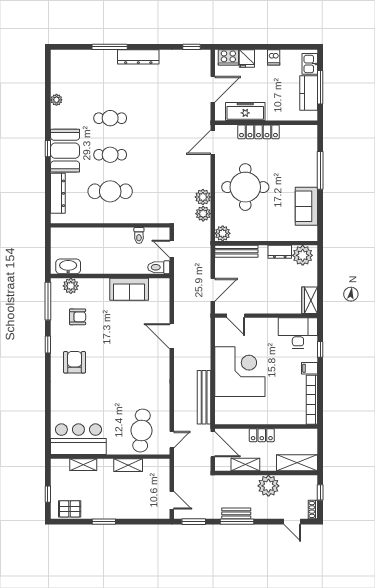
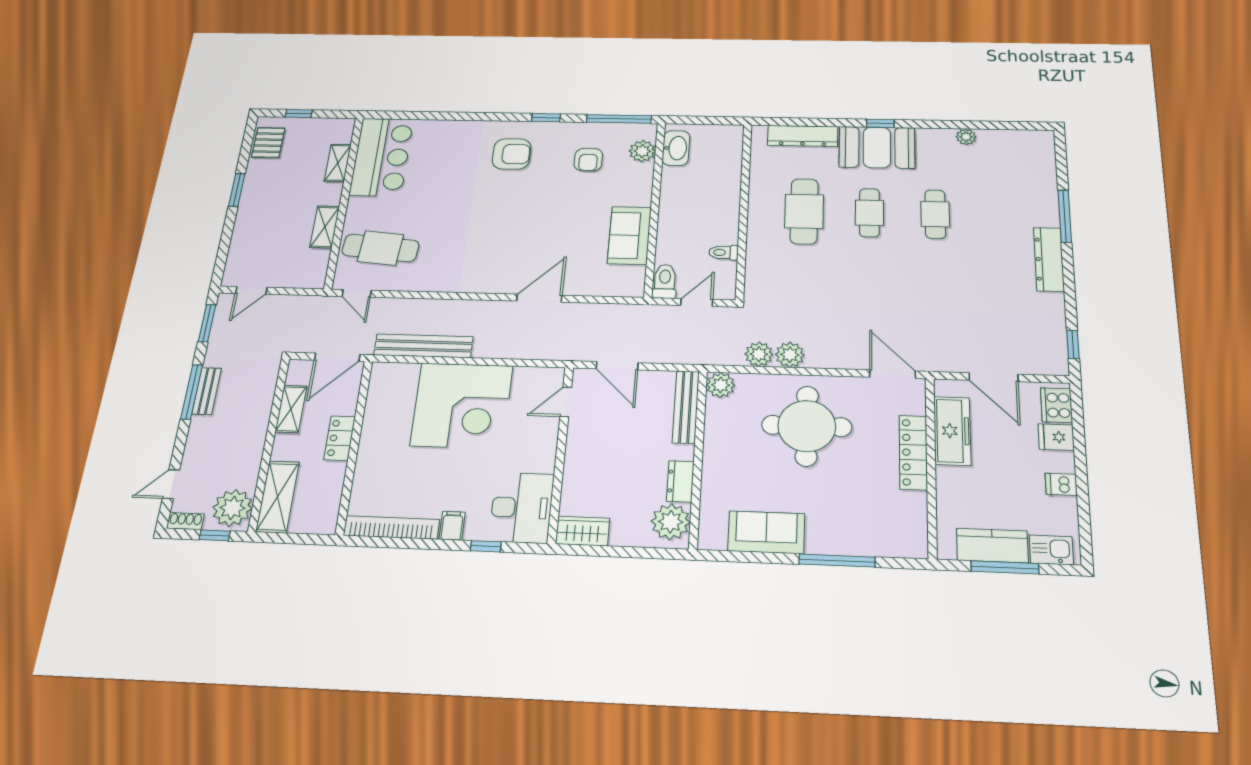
plant: (268, 486) -> (232, 508), moved

